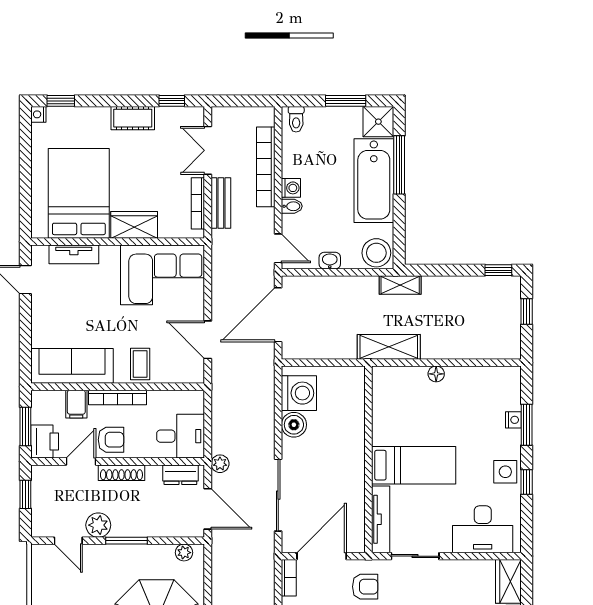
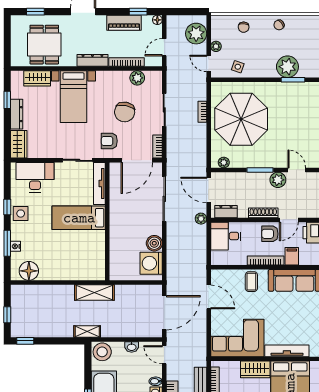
tv unit: (74, 254) -> (287, 351), width x1.41
floor lamp: (436, 374) -> (29, 271), moved, width x1.89, depth x1.89

